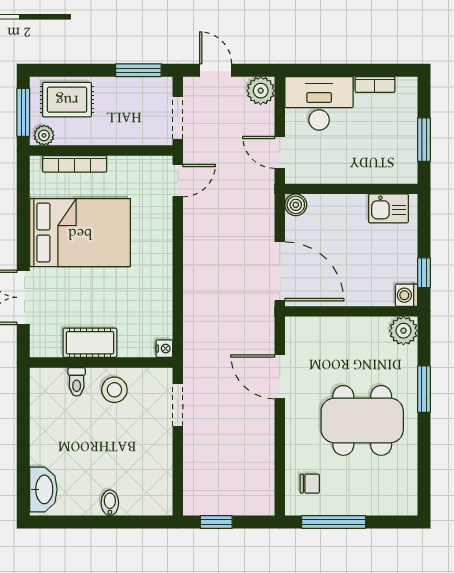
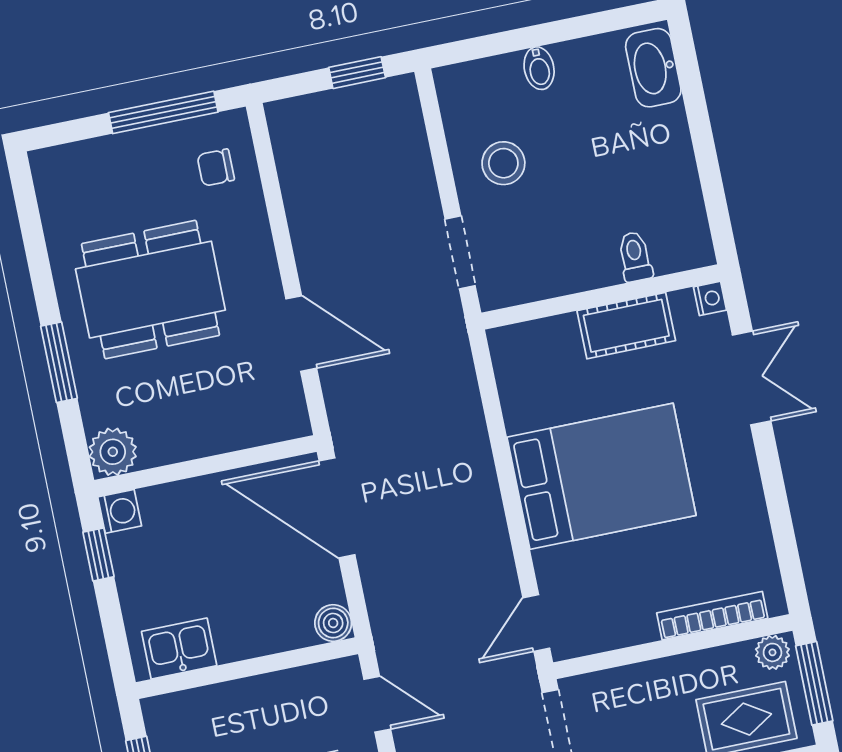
bed: (80, 233) -> (601, 476), moved, turned 180
nightstand: (164, 349) -> (710, 298), moved, turned 180
stool: (114, 390) -> (503, 163), moved

